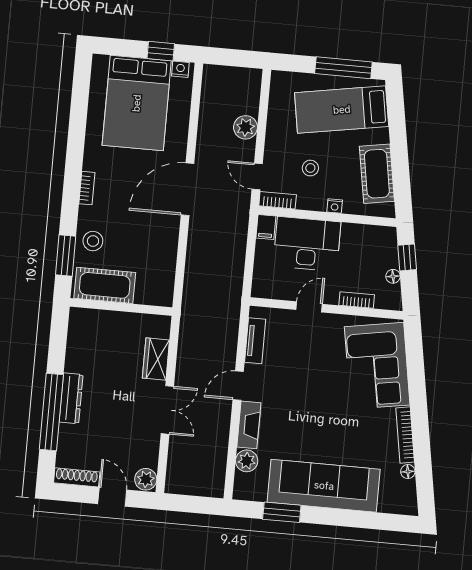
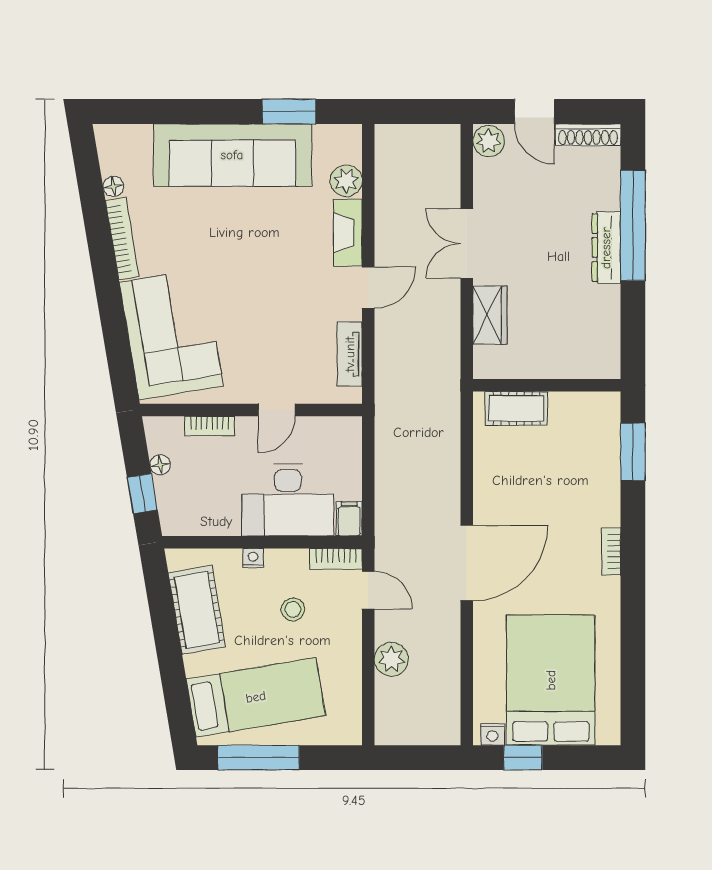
stool: (93, 241) -> (595, 476), removed
cot: (105, 285) -> (516, 408), moved, width x0.73, depth x0.75

